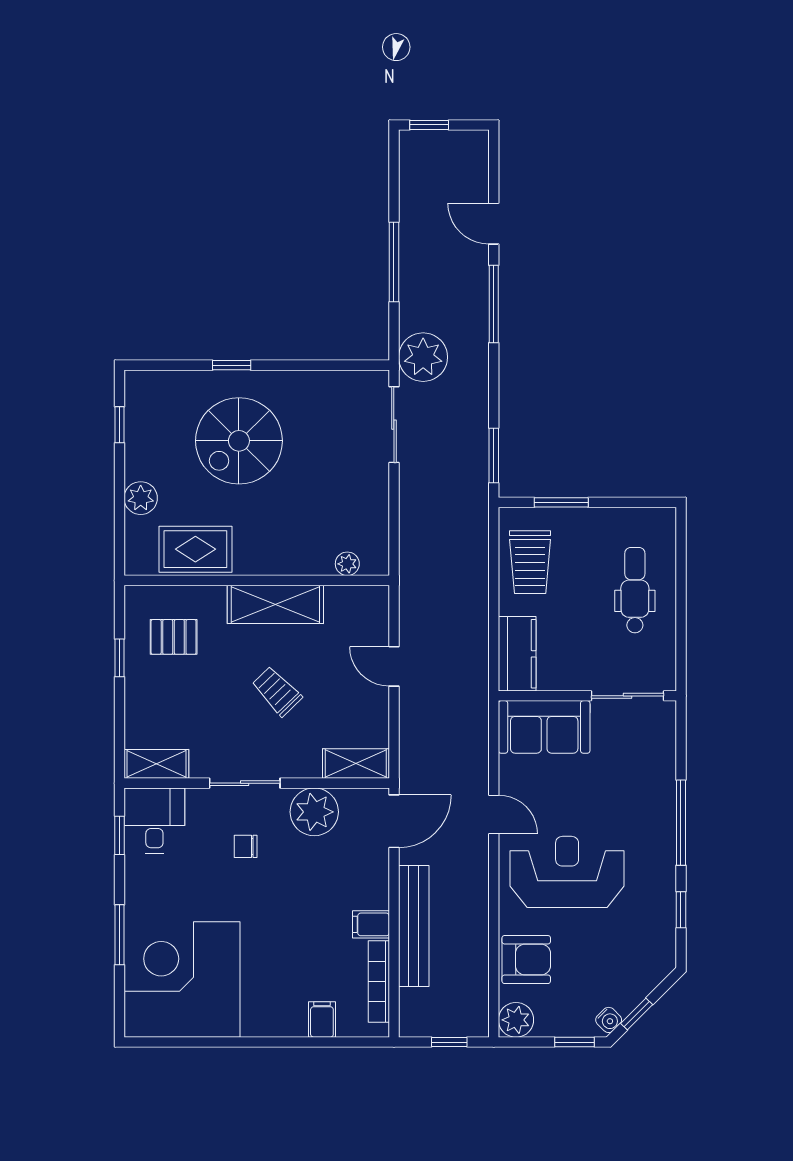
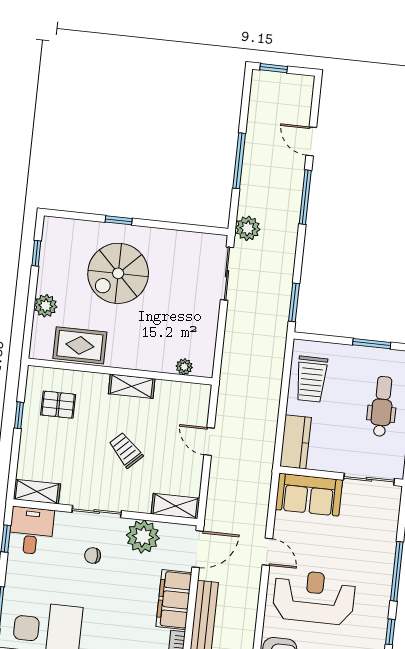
plant: (423, 357) -> (248, 228), width x0.73, depth x0.73
window: (561, 502) -> (372, 344), moved
shelving: (275, 604) -> (132, 386), width x0.67, depth x0.75
filing cabinet: (371, 924) -> (174, 600), width x3.00, depth x1.17

